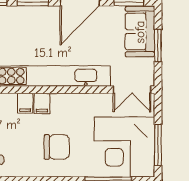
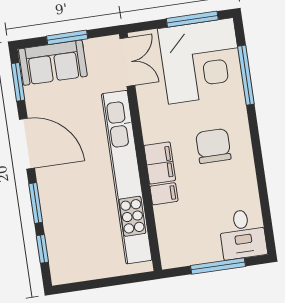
filing cabinet: (42, 103) -> (160, 163), width x2.00

